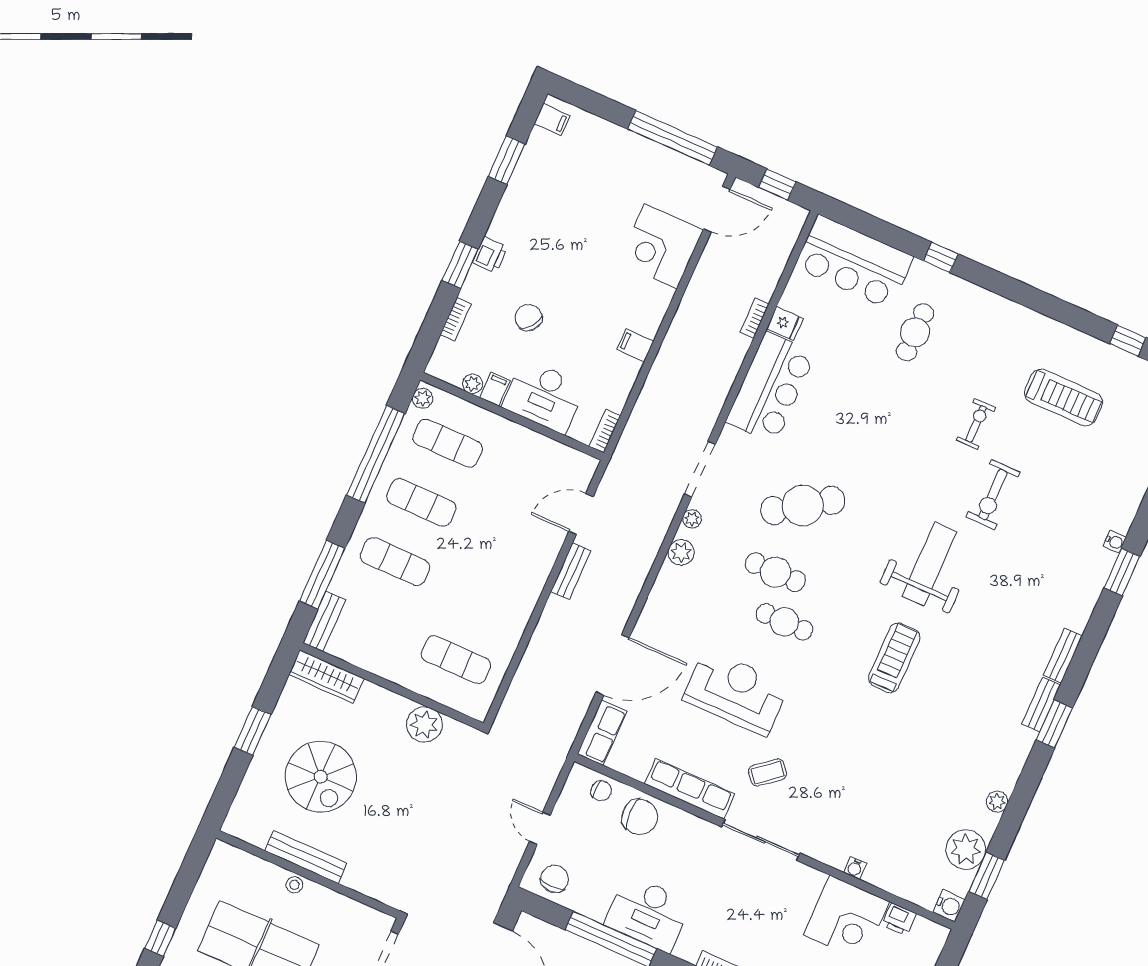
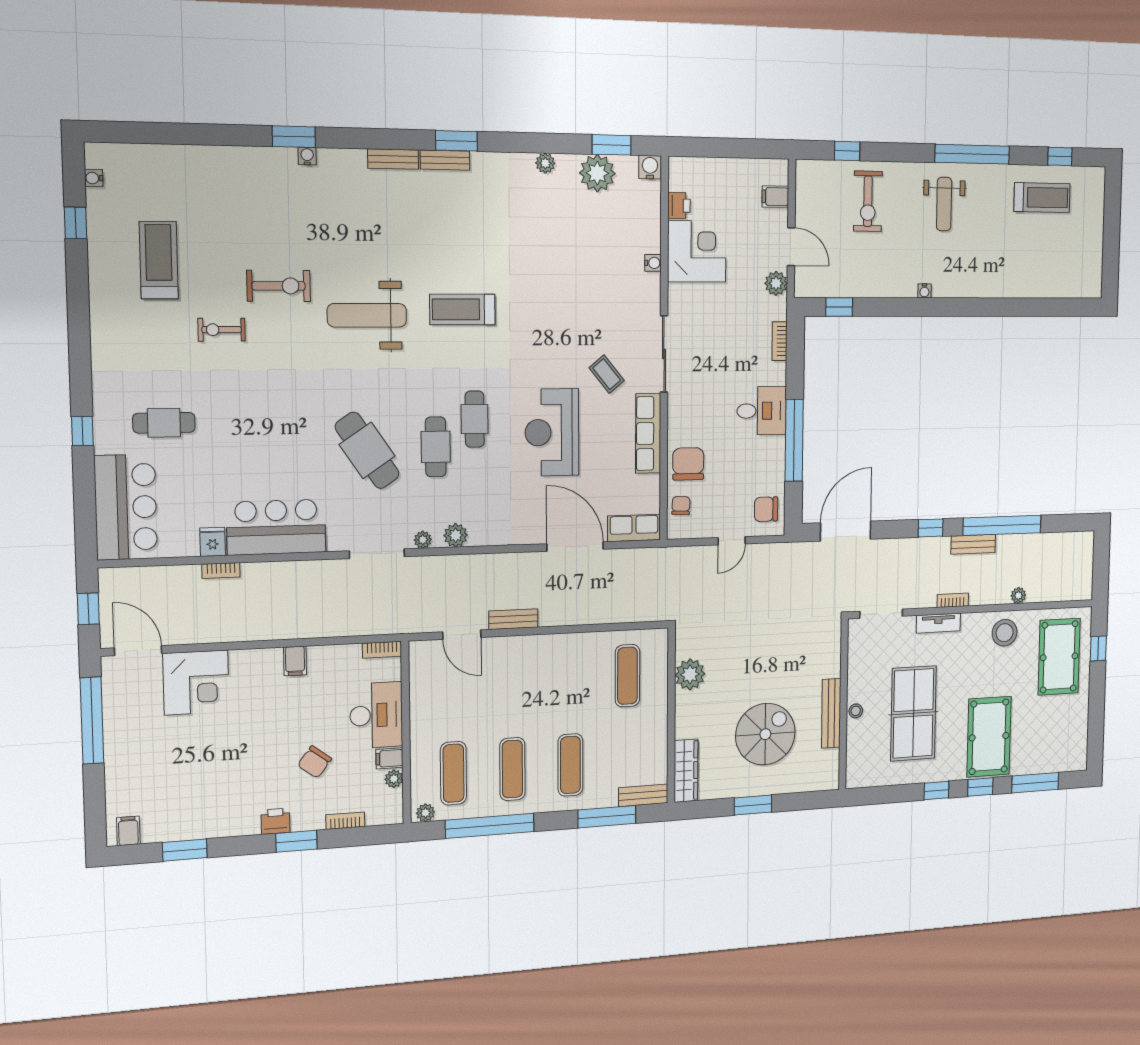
water cooler: (1115, 542) -> (307, 156), moved
desk: (648, 913) -> (762, 411), width x0.73

